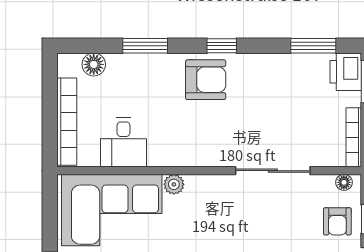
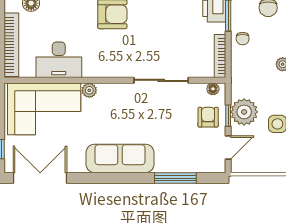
desk: (123, 142) -> (59, 60), width x1.37
armchair: (337, 221) -> (208, 117), turned 180

